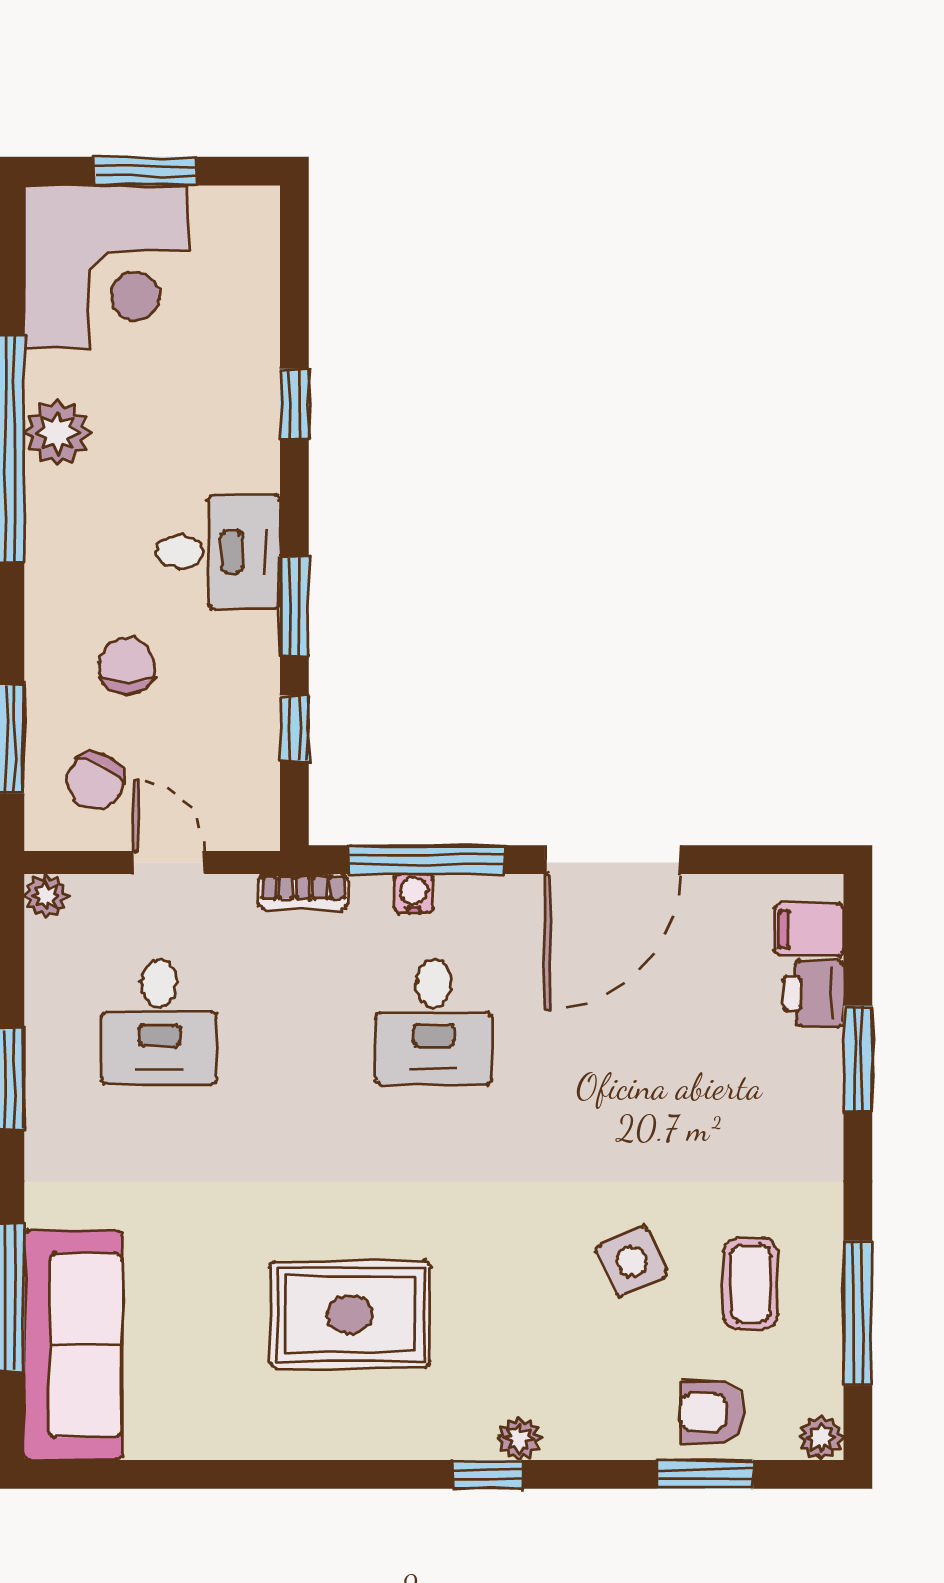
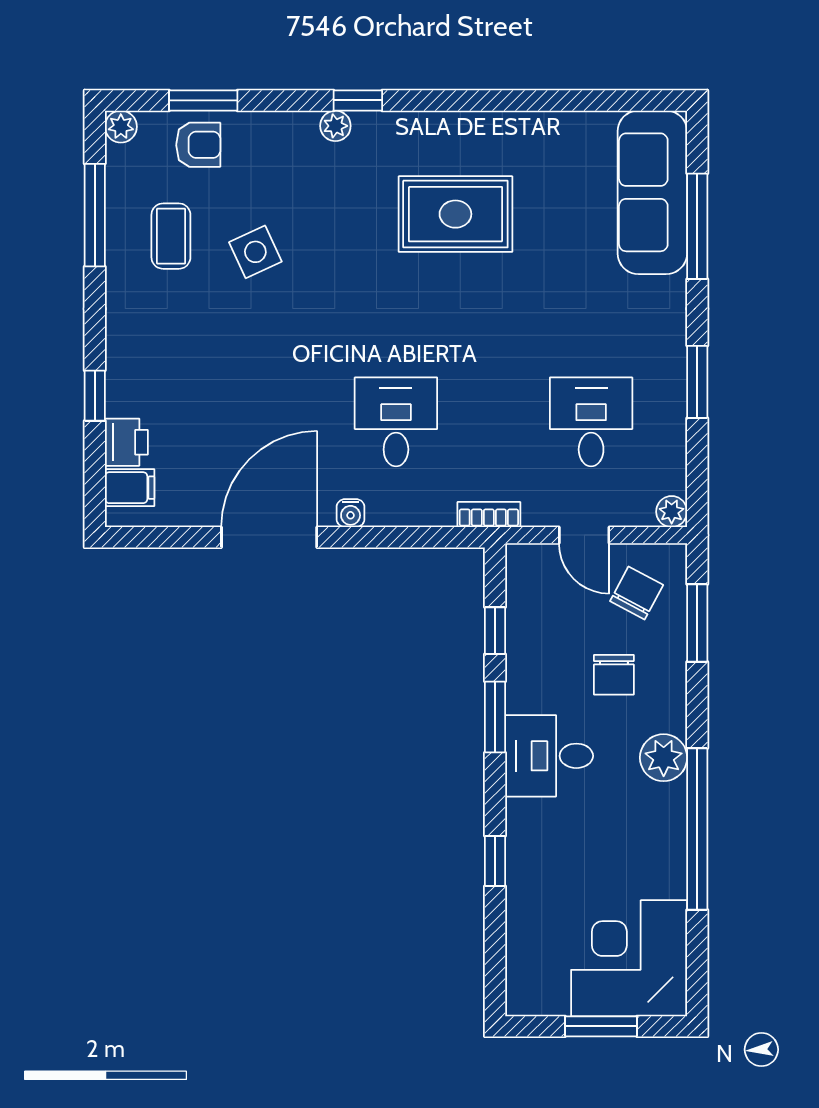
plant: (57, 433) -> (664, 758), moved
window: (427, 860) -> (401, 537), removed
water cooler: (414, 894) -> (351, 513), moved
window: (858, 1059) -> (95, 396), width x0.67

